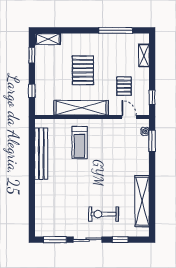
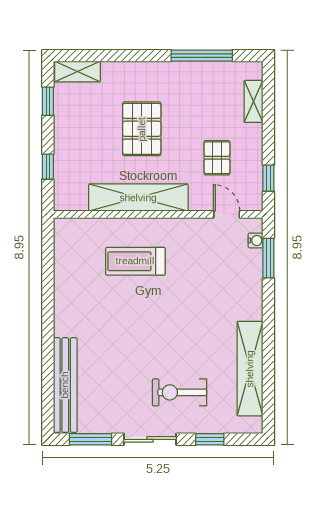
treadmill: (79, 143) -> (135, 261), turned 90
bench: (41, 154) -> (65, 385), moved

